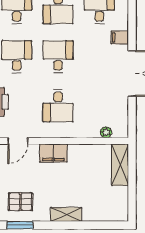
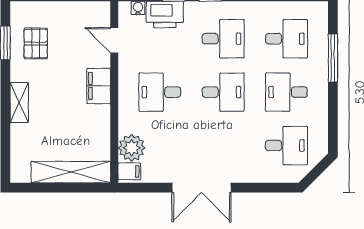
filing cabinet: (120, 37) -> (129, 171), moved, turned 90
plant: (106, 132) -> (132, 148), width x1.88, depth x1.88
shelving: (120, 165) -> (71, 172), width x1.47

